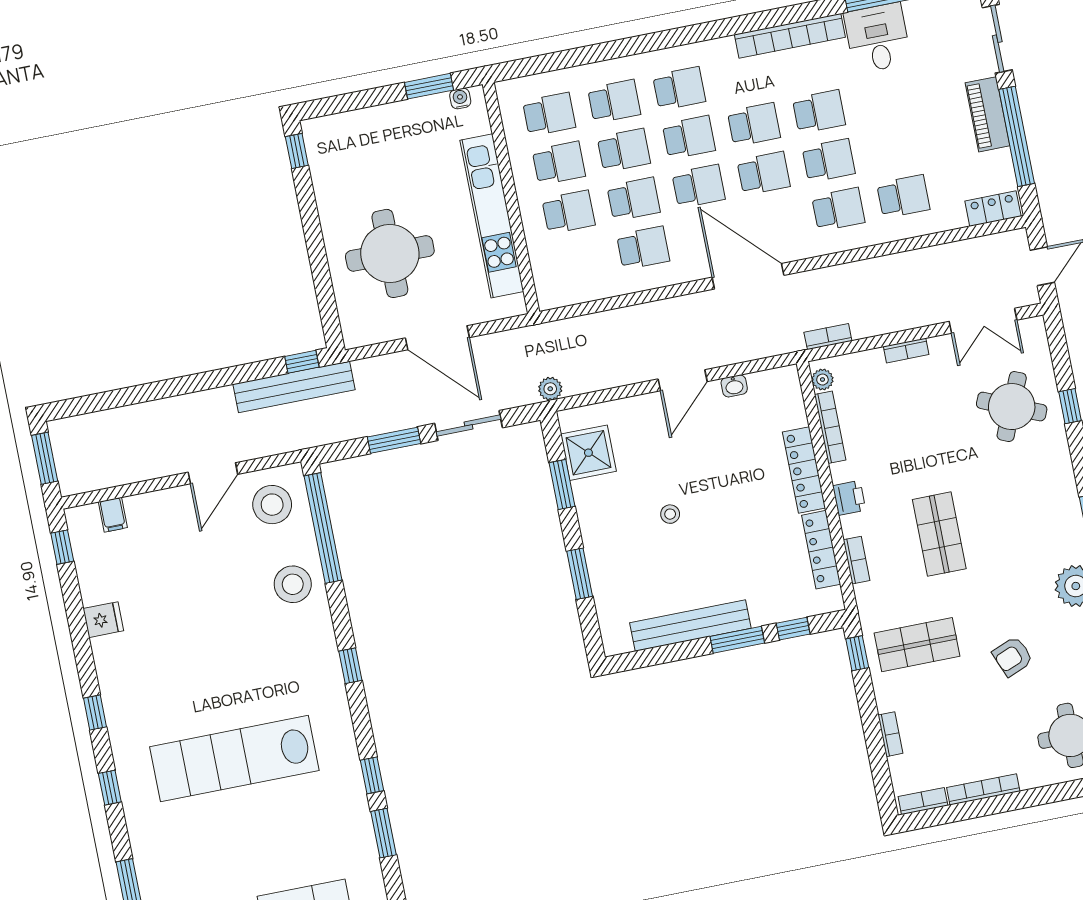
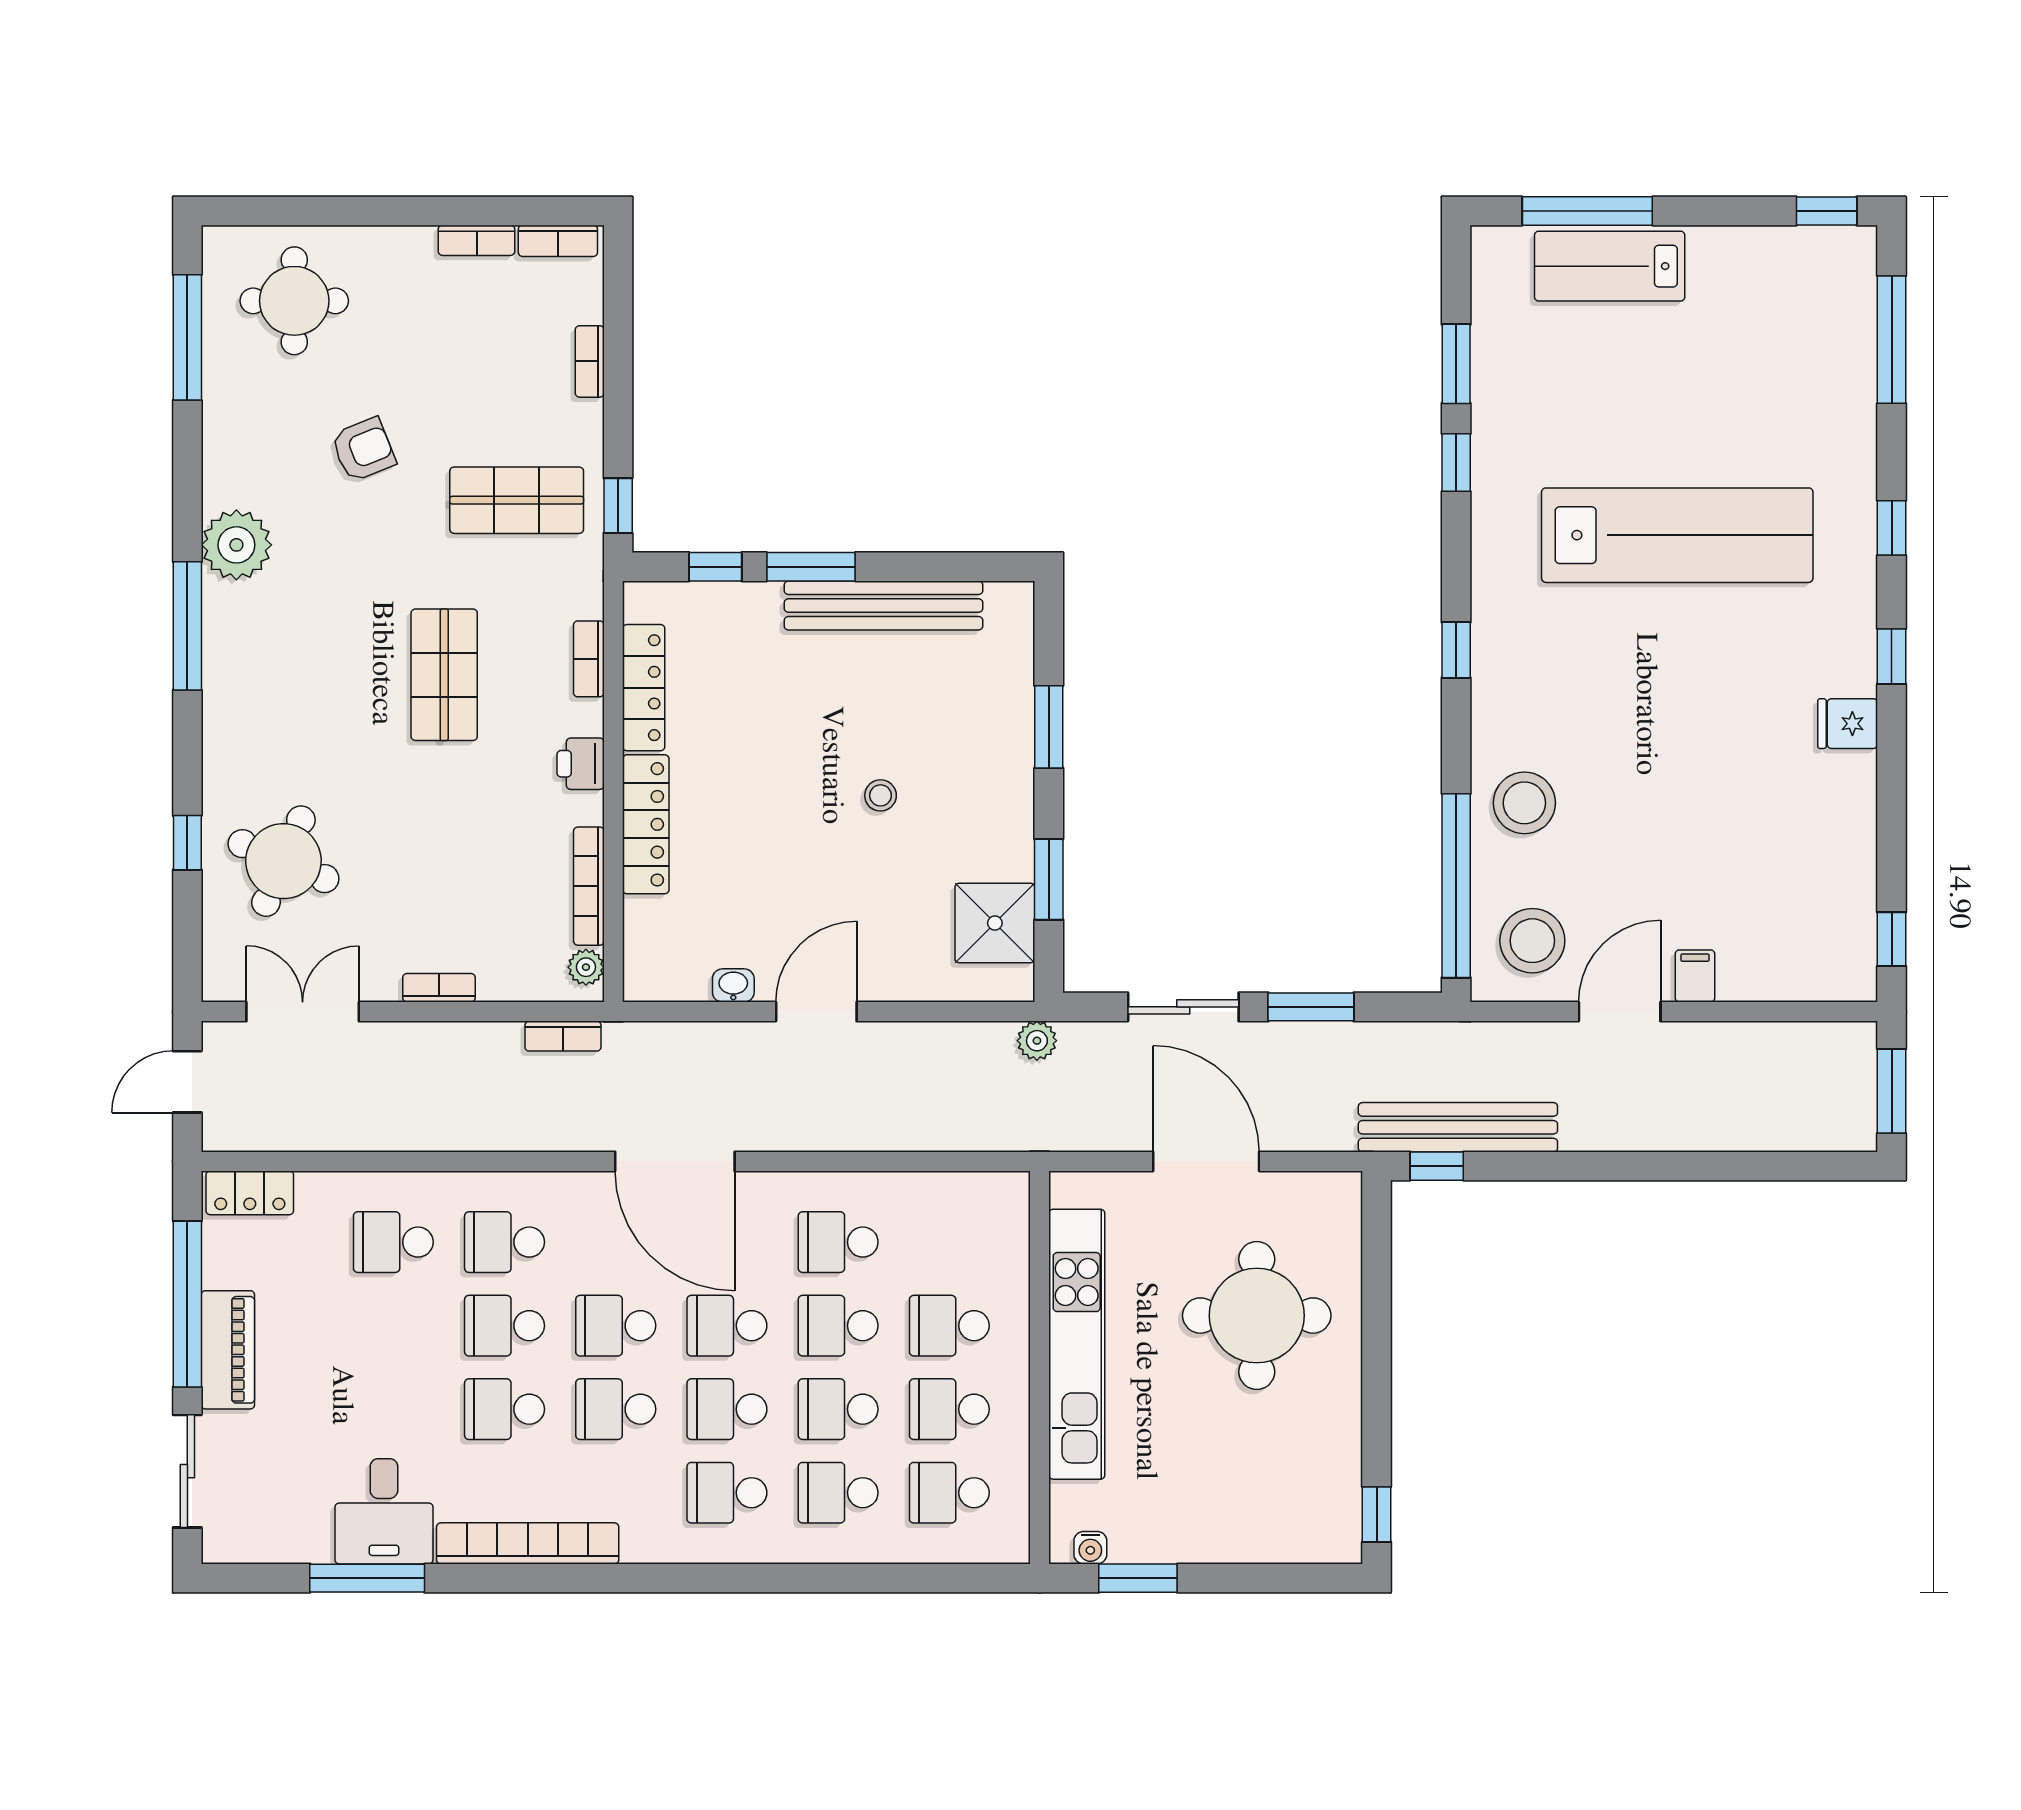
filing cabinet: (113, 515) -> (1695, 976), moved
fridge: (103, 620) -> (1848, 724), moved
bookcase: (983, 789) -> (477, 240), width x0.64

